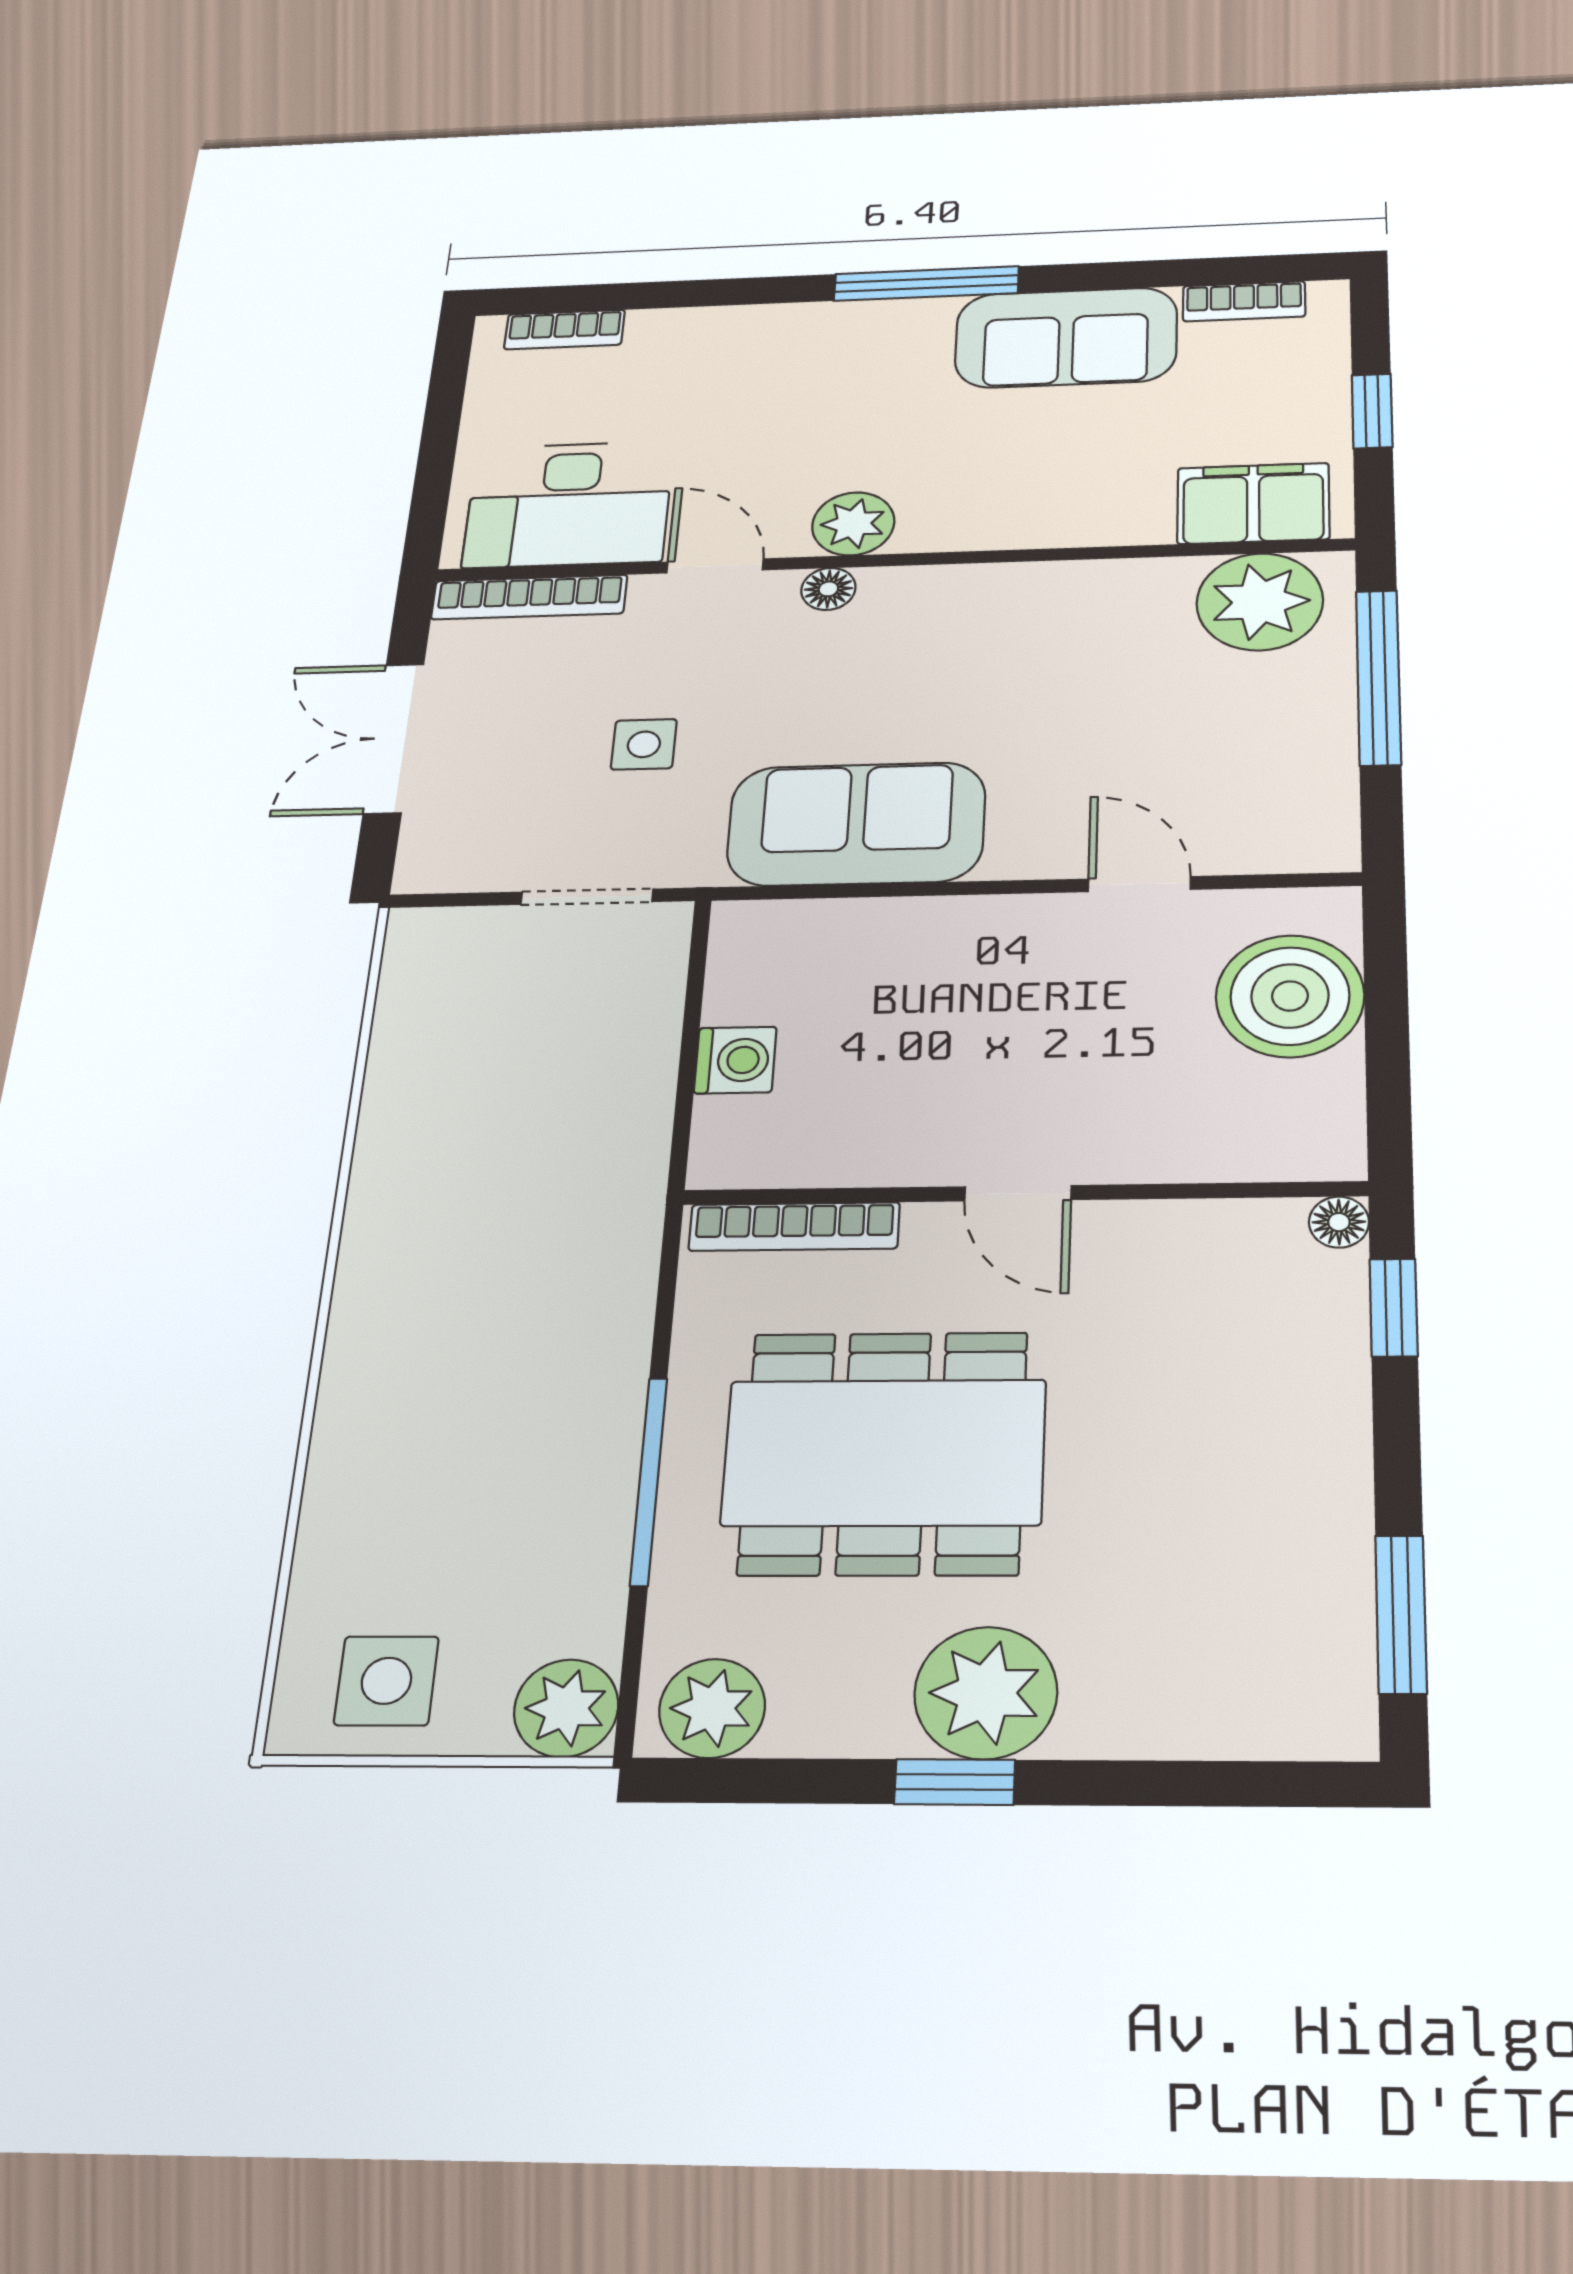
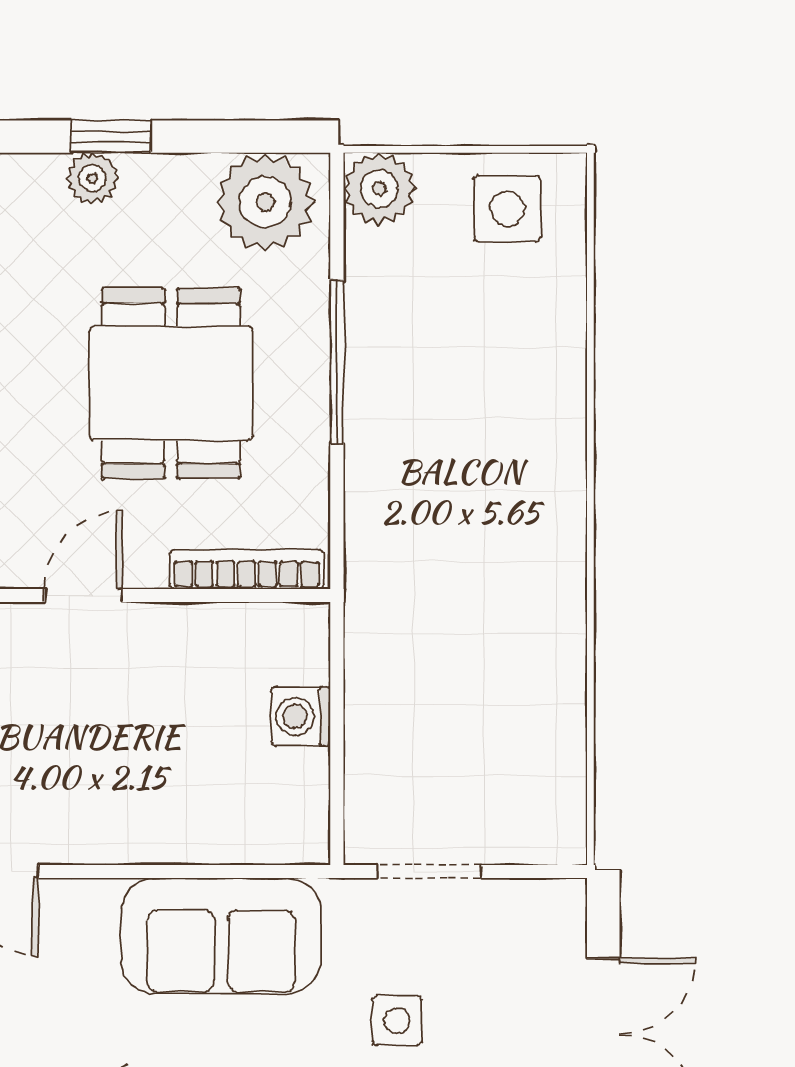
door: (1018, 1193) -> (83, 595), hinge flipped
dining table: (884, 1453) -> (171, 383), width x0.73
plant: (986, 1693) -> (92, 178), width x0.53, depth x0.53
plant: (712, 1708) -> (265, 202), width x1.36, depth x1.36

